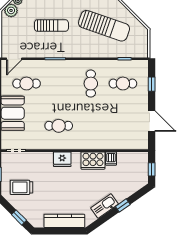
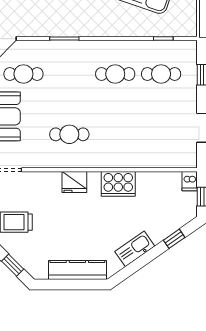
cafe table: (91, 84) -> (115, 74), turned 90
dishwasher: (111, 159) -> (190, 181), moved
window: (123, 205) -> (174, 239), moved

